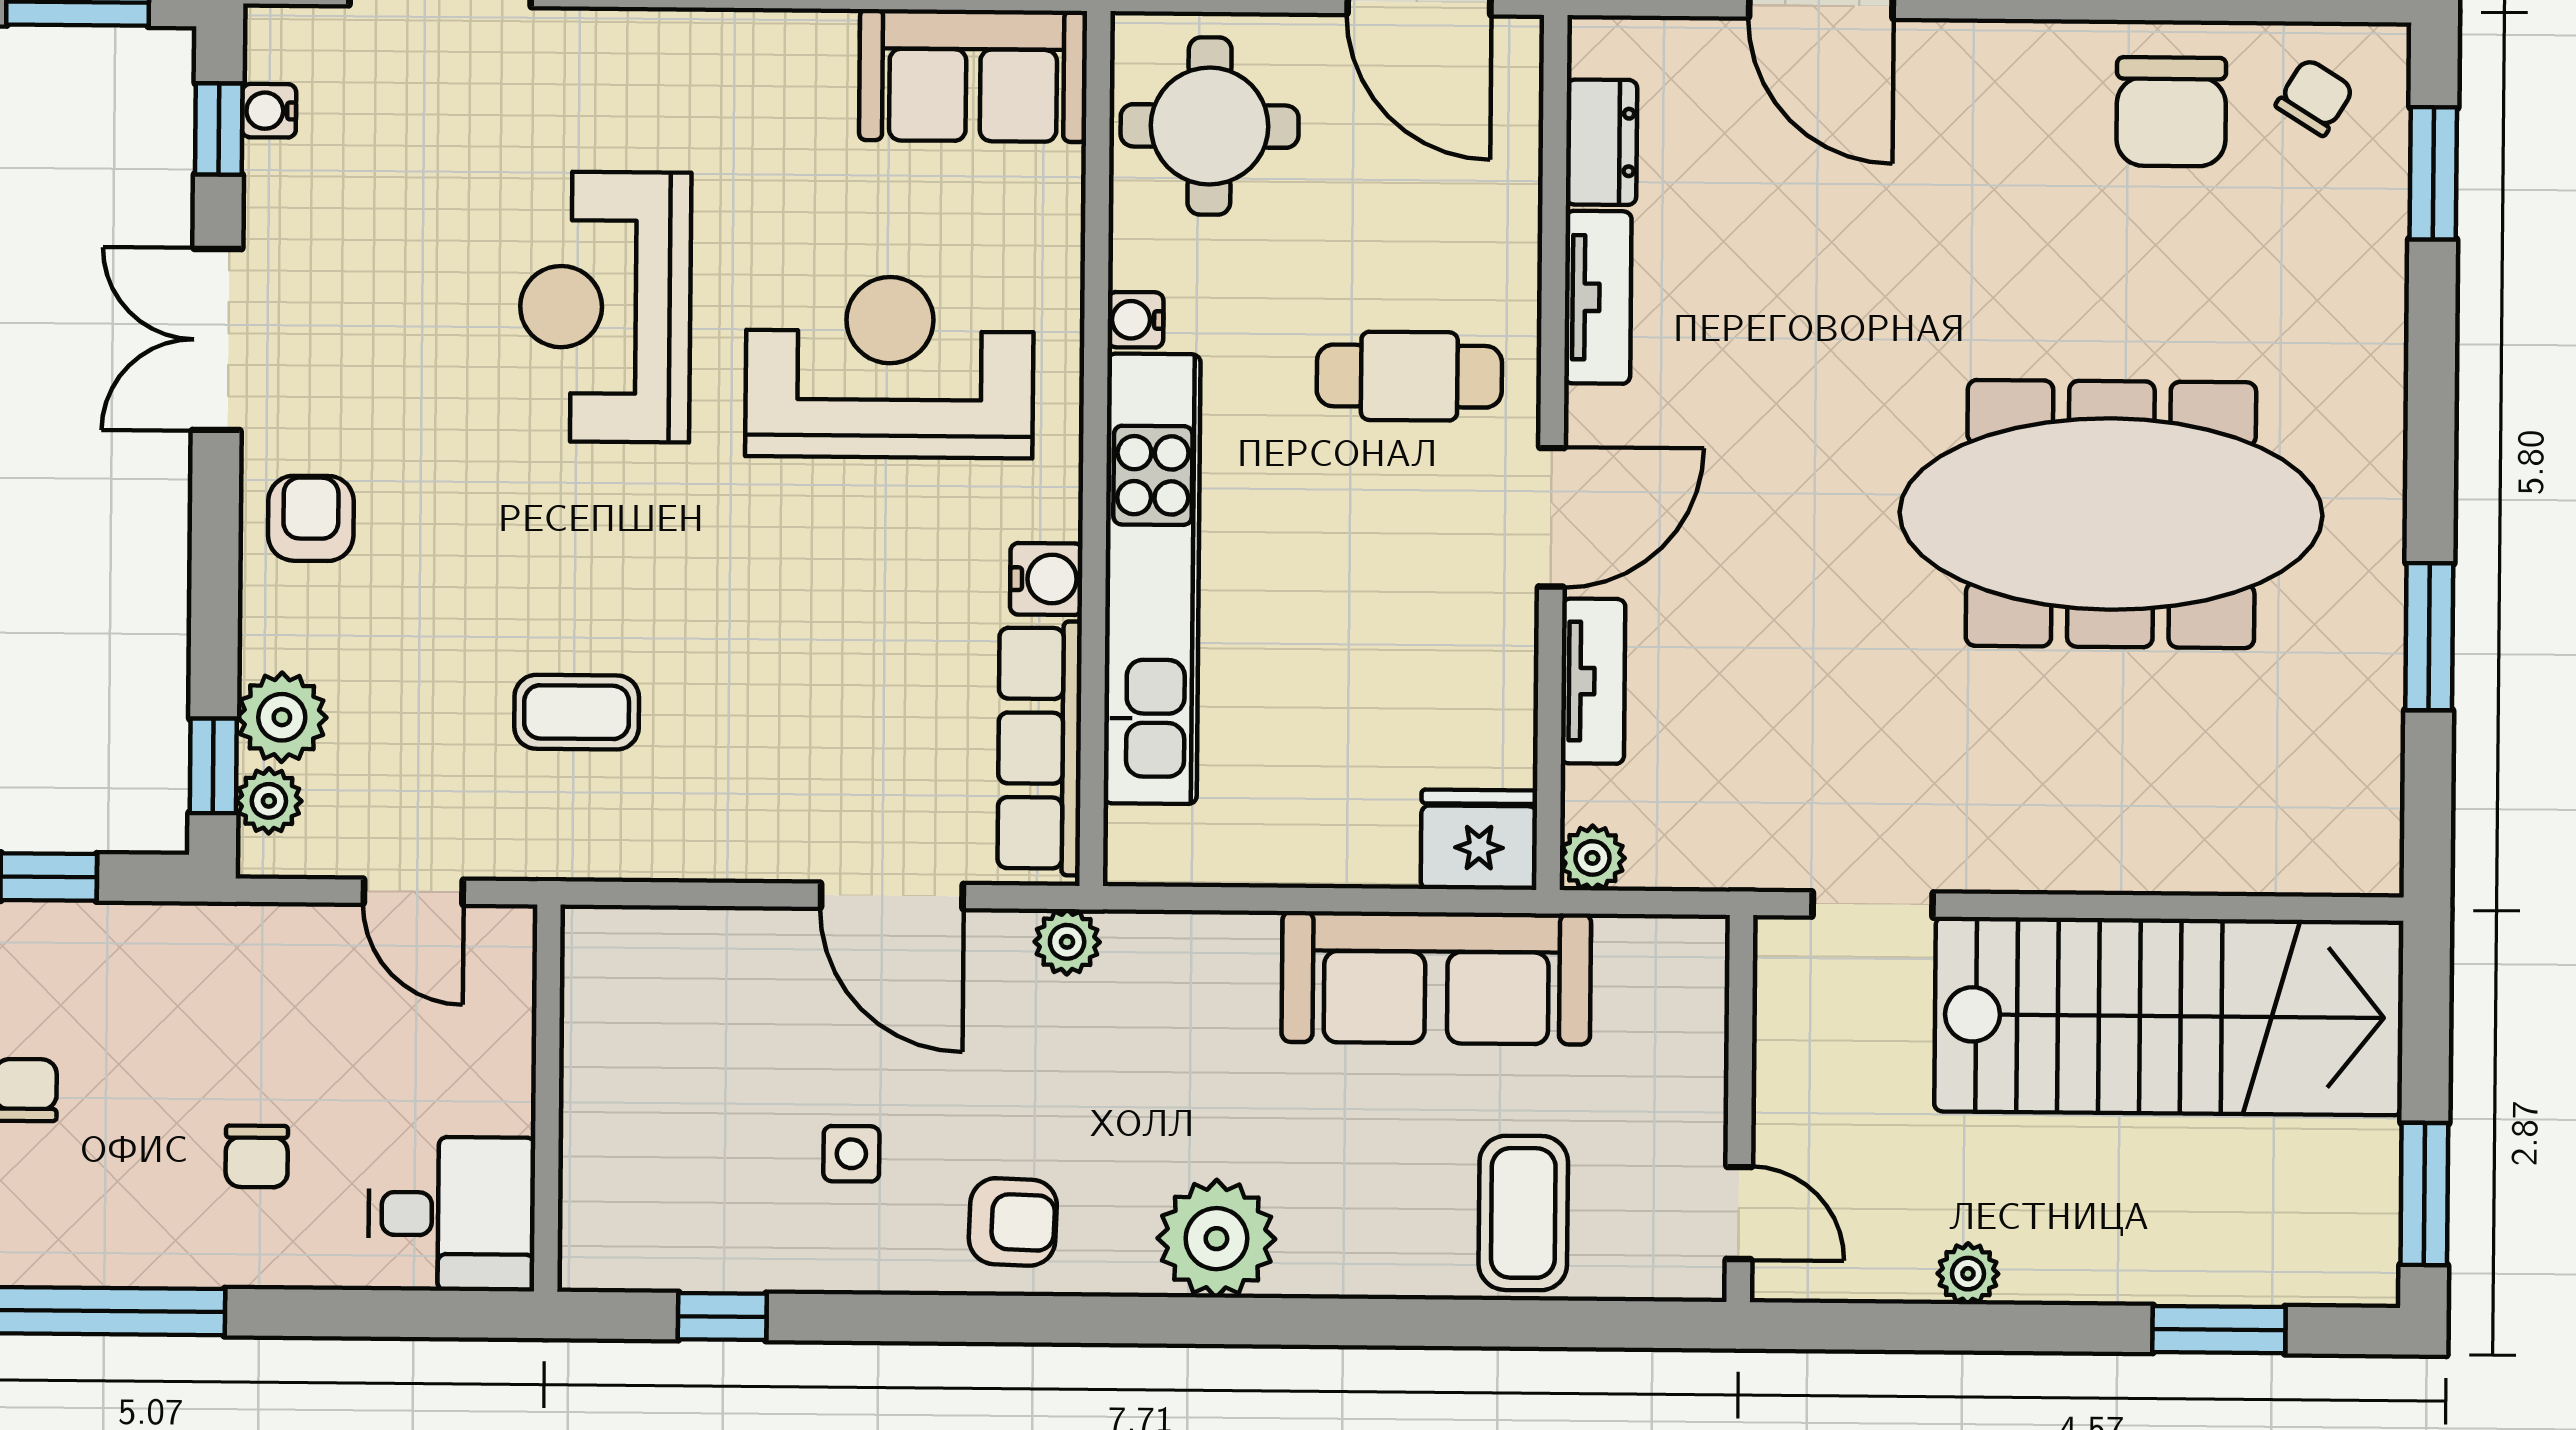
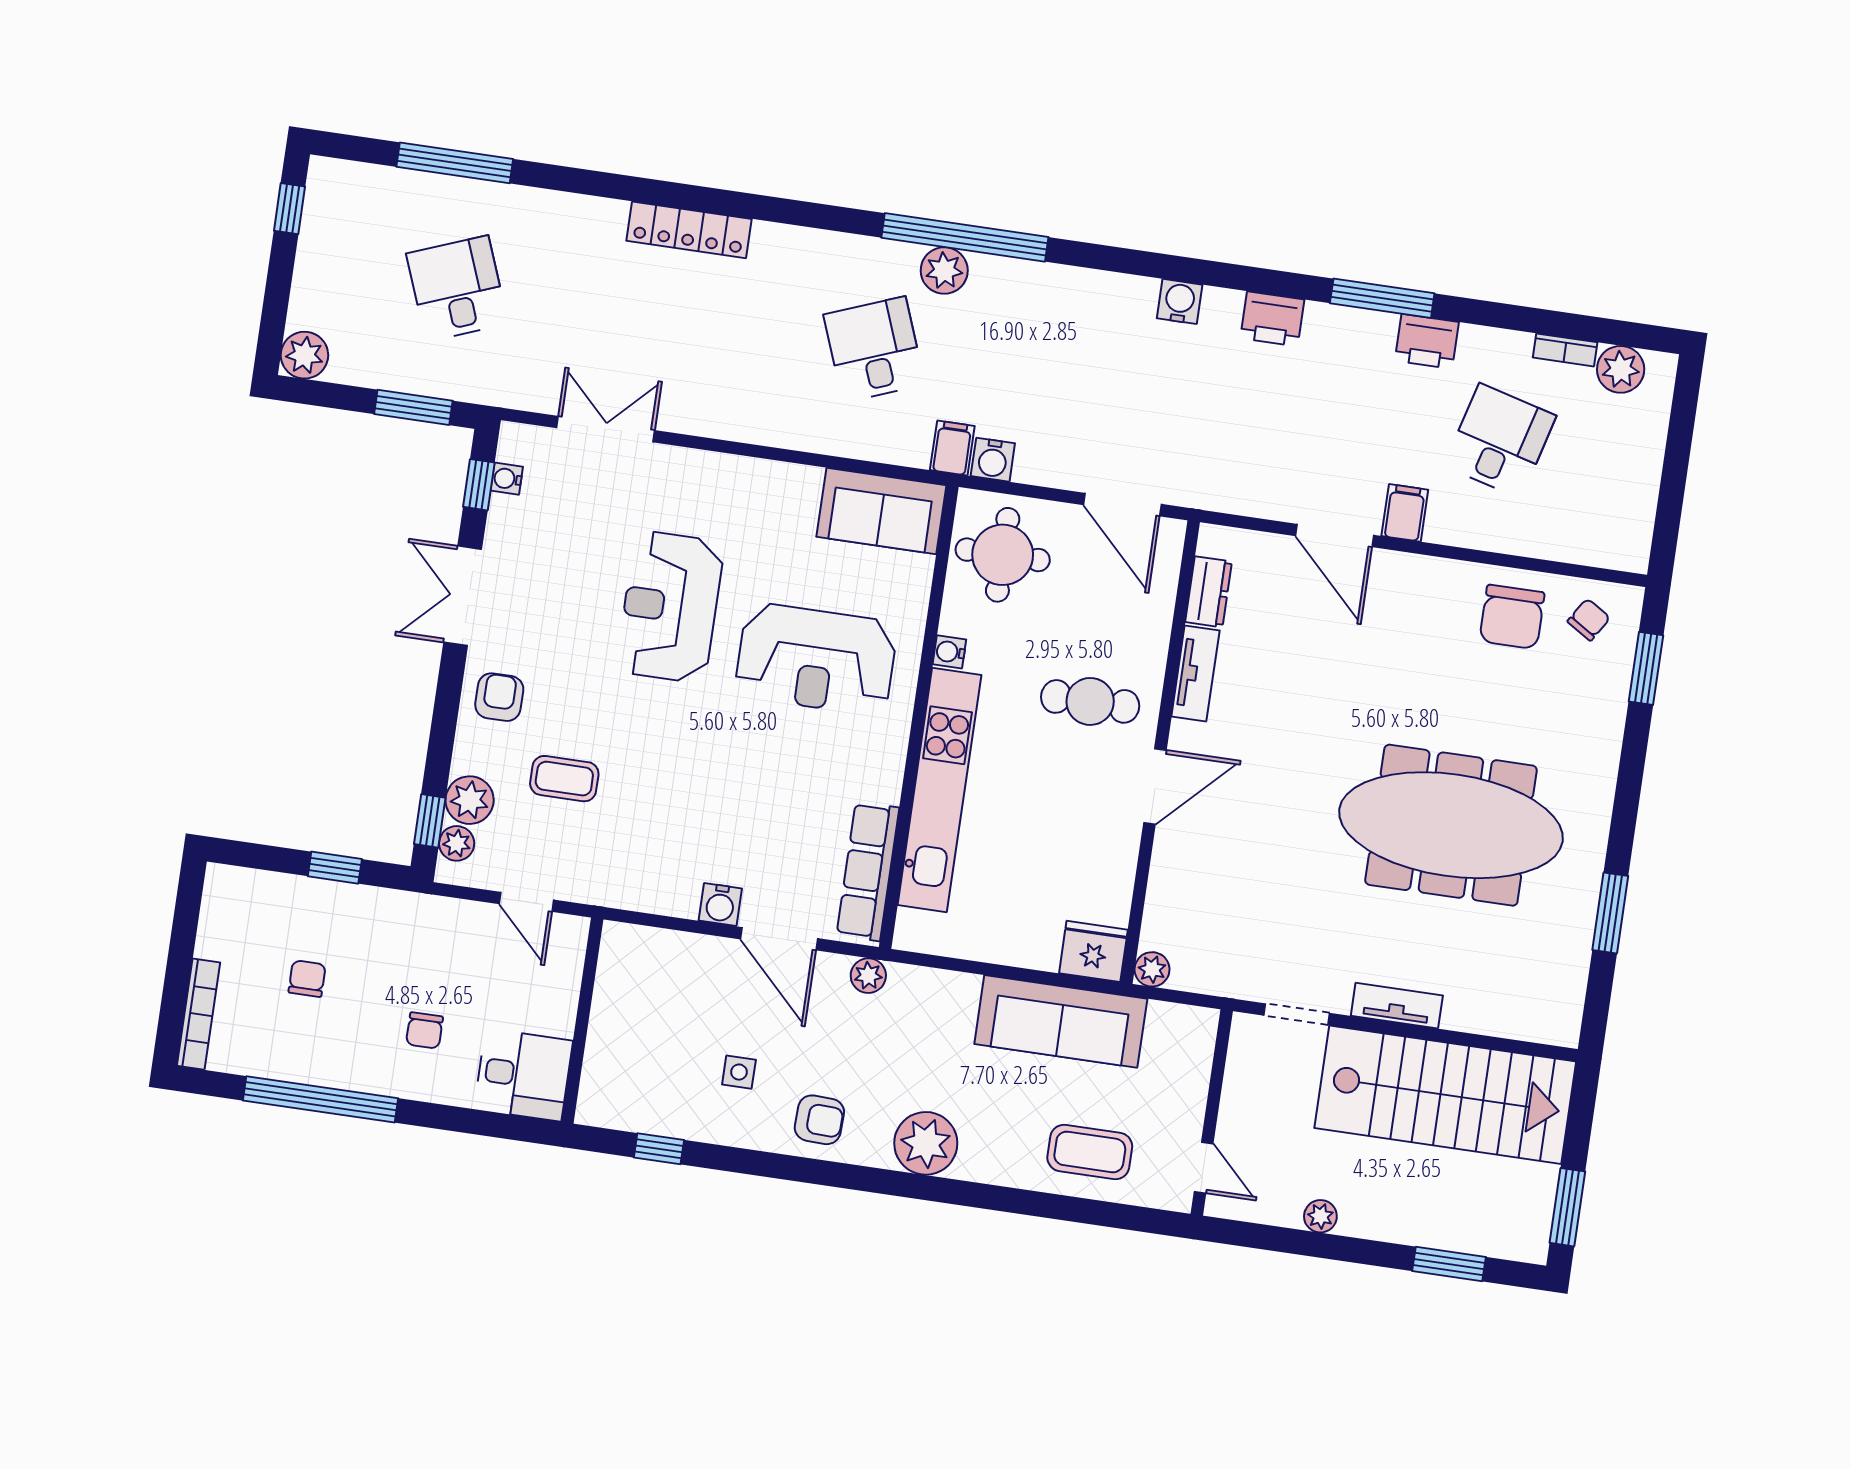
reception desk: (890, 367) -> (816, 659), turned 180
water cooler: (1046, 579) -> (720, 905), moved, turned 90
tv unit: (1593, 681) -> (1397, 1006), moved, turned -90
coffee table: (577, 712) -> (564, 779), moved
coffee table: (1523, 1213) -> (1090, 1152), turned 90

